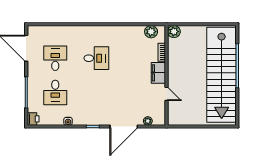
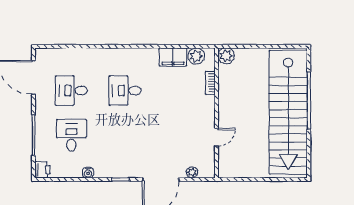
desk: (55, 58) -> (71, 91), turned -90
desk: (96, 58) -> (125, 91), turned 180
filing cabinet: (158, 73) -> (173, 57), moved, turned -90
desk: (55, 92) -> (71, 135), turned 180
door: (167, 94) -> (216, 137), hinge flipped

